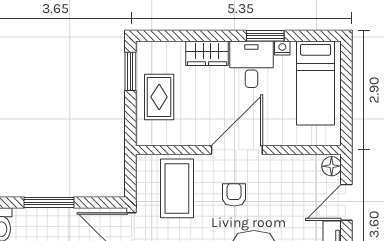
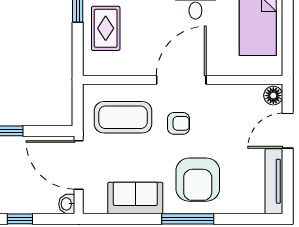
coffee table: (177, 188) -> (123, 117), turned 90
armchair: (234, 195) -> (178, 123), turned 90

